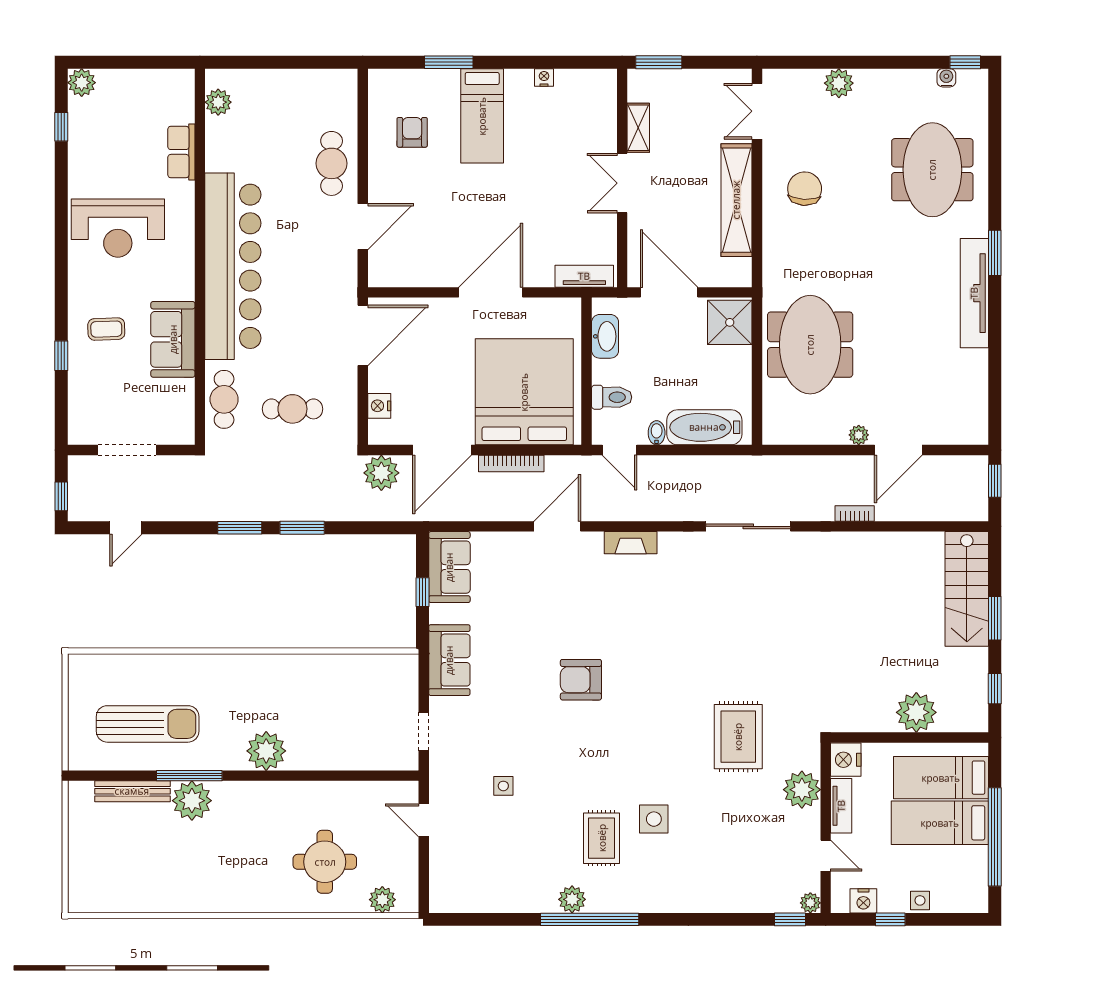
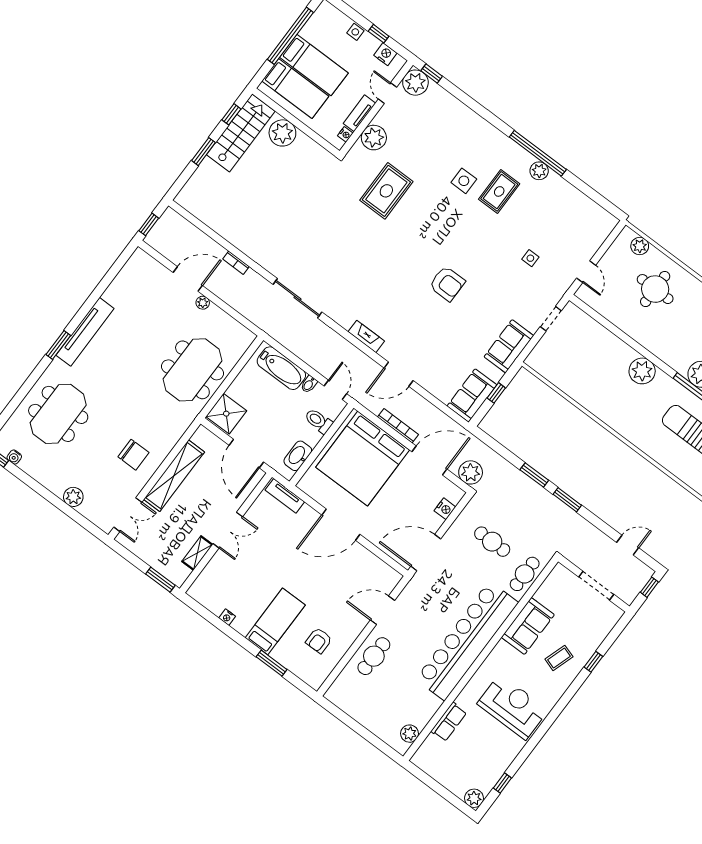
chair: (805, 189) -> (133, 455), turned -93
coffee table: (106, 329) -> (559, 658), turned -70
stairs: (967, 589) -> (241, 133), moved
nightstand: (846, 760) -> (345, 134), width x0.53, depth x0.56
plant: (810, 903) -> (415, 83), width x1.88, depth x1.88

